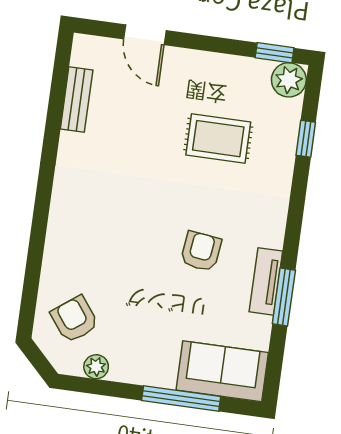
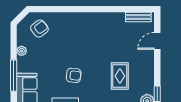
bench: (77, 100) -> (138, 17), moved
plant: (96, 367) -> (22, 51), moved

